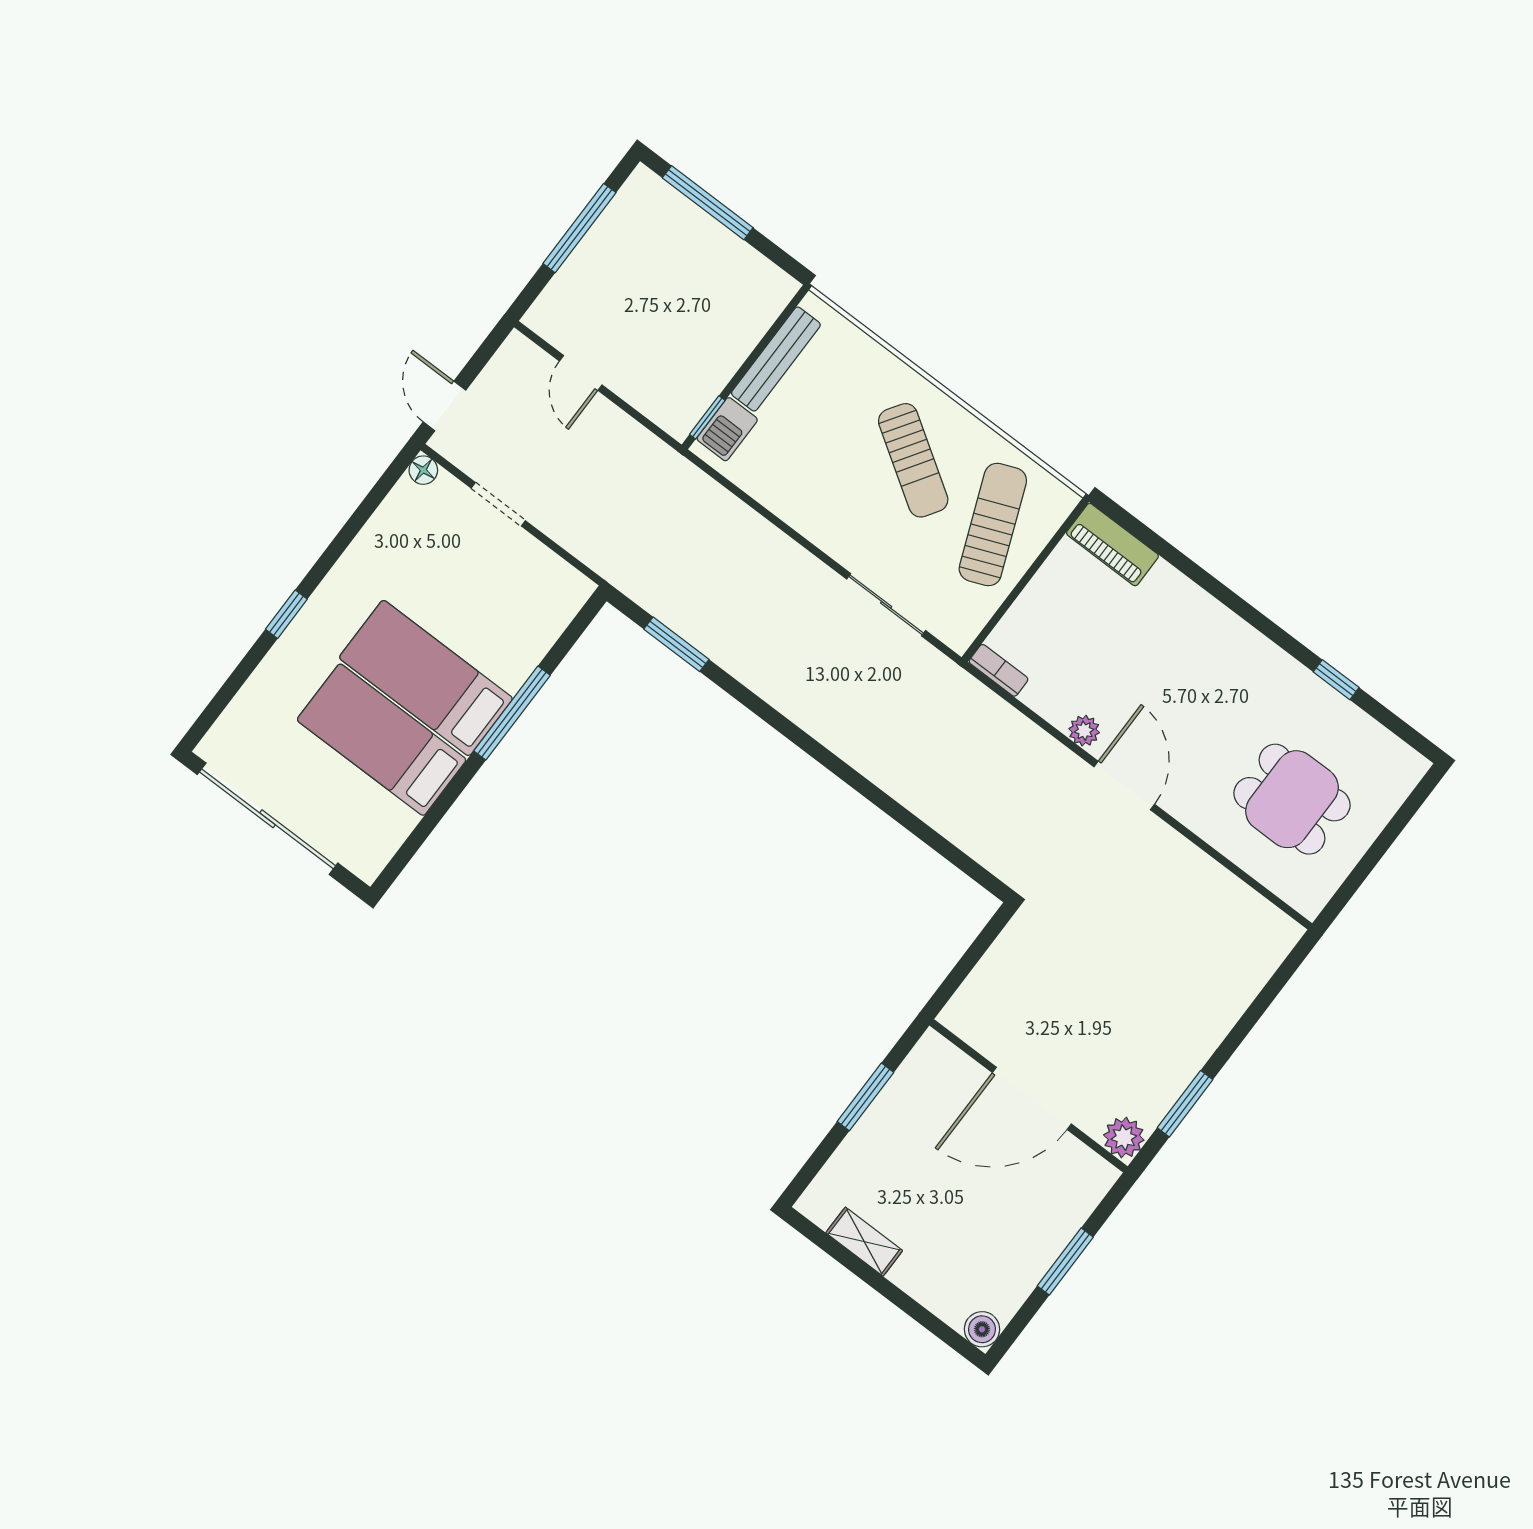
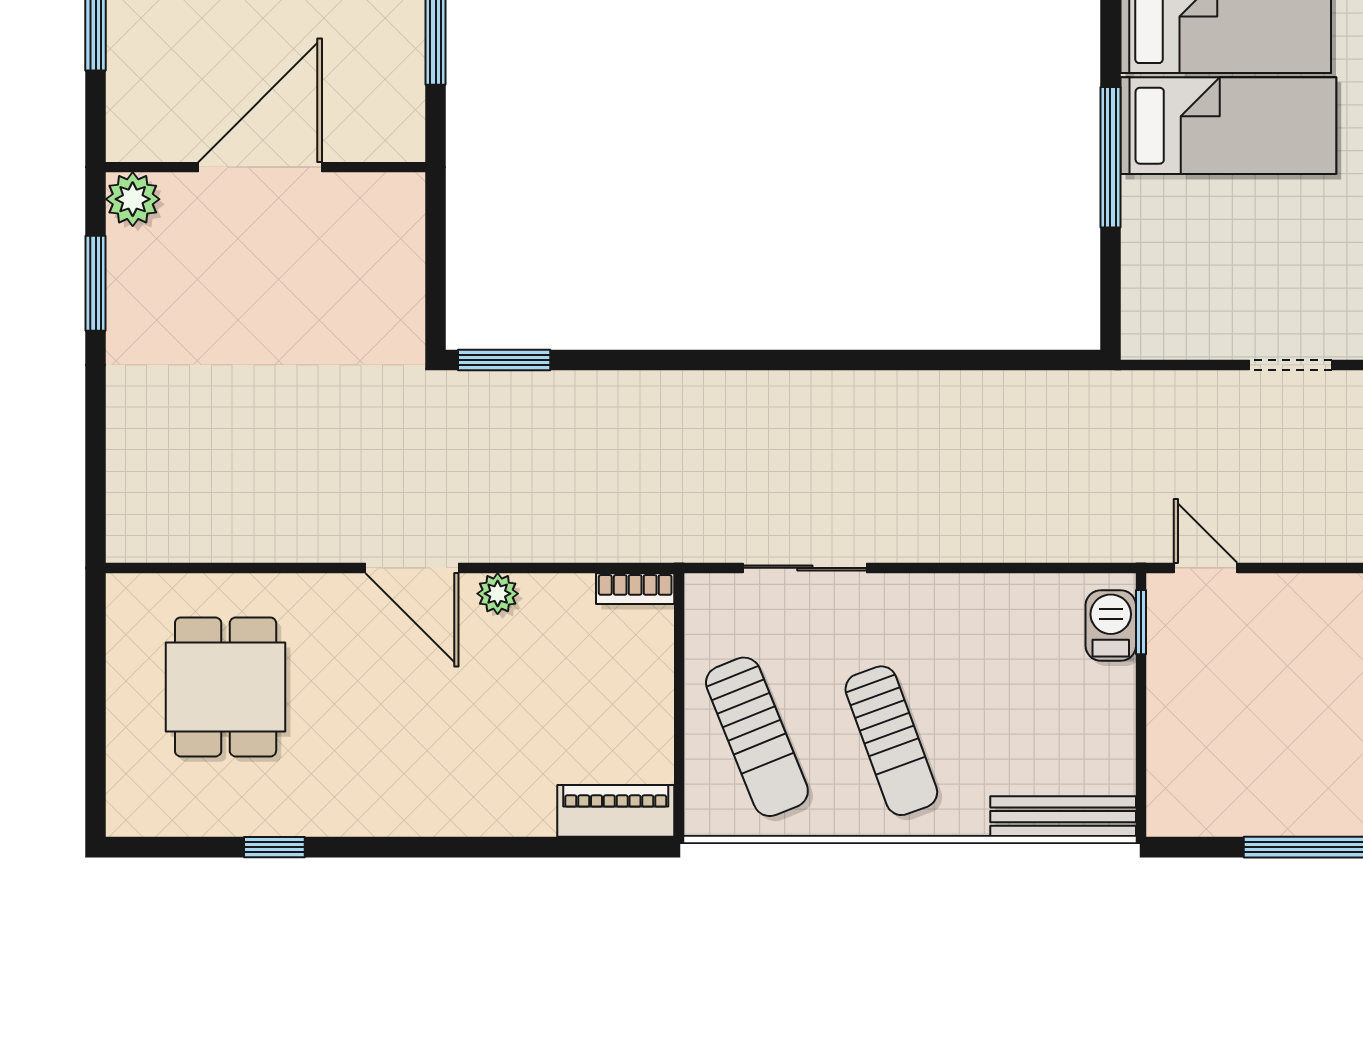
bench: (776, 359) -> (1063, 817), moved, turned 90
door: (581, 373) -> (1205, 568), moved
sun lounger: (913, 460) -> (891, 741), turned -143
window: (676, 644) -> (504, 360), moved
dining table: (1292, 799) -> (226, 687), turned 90

